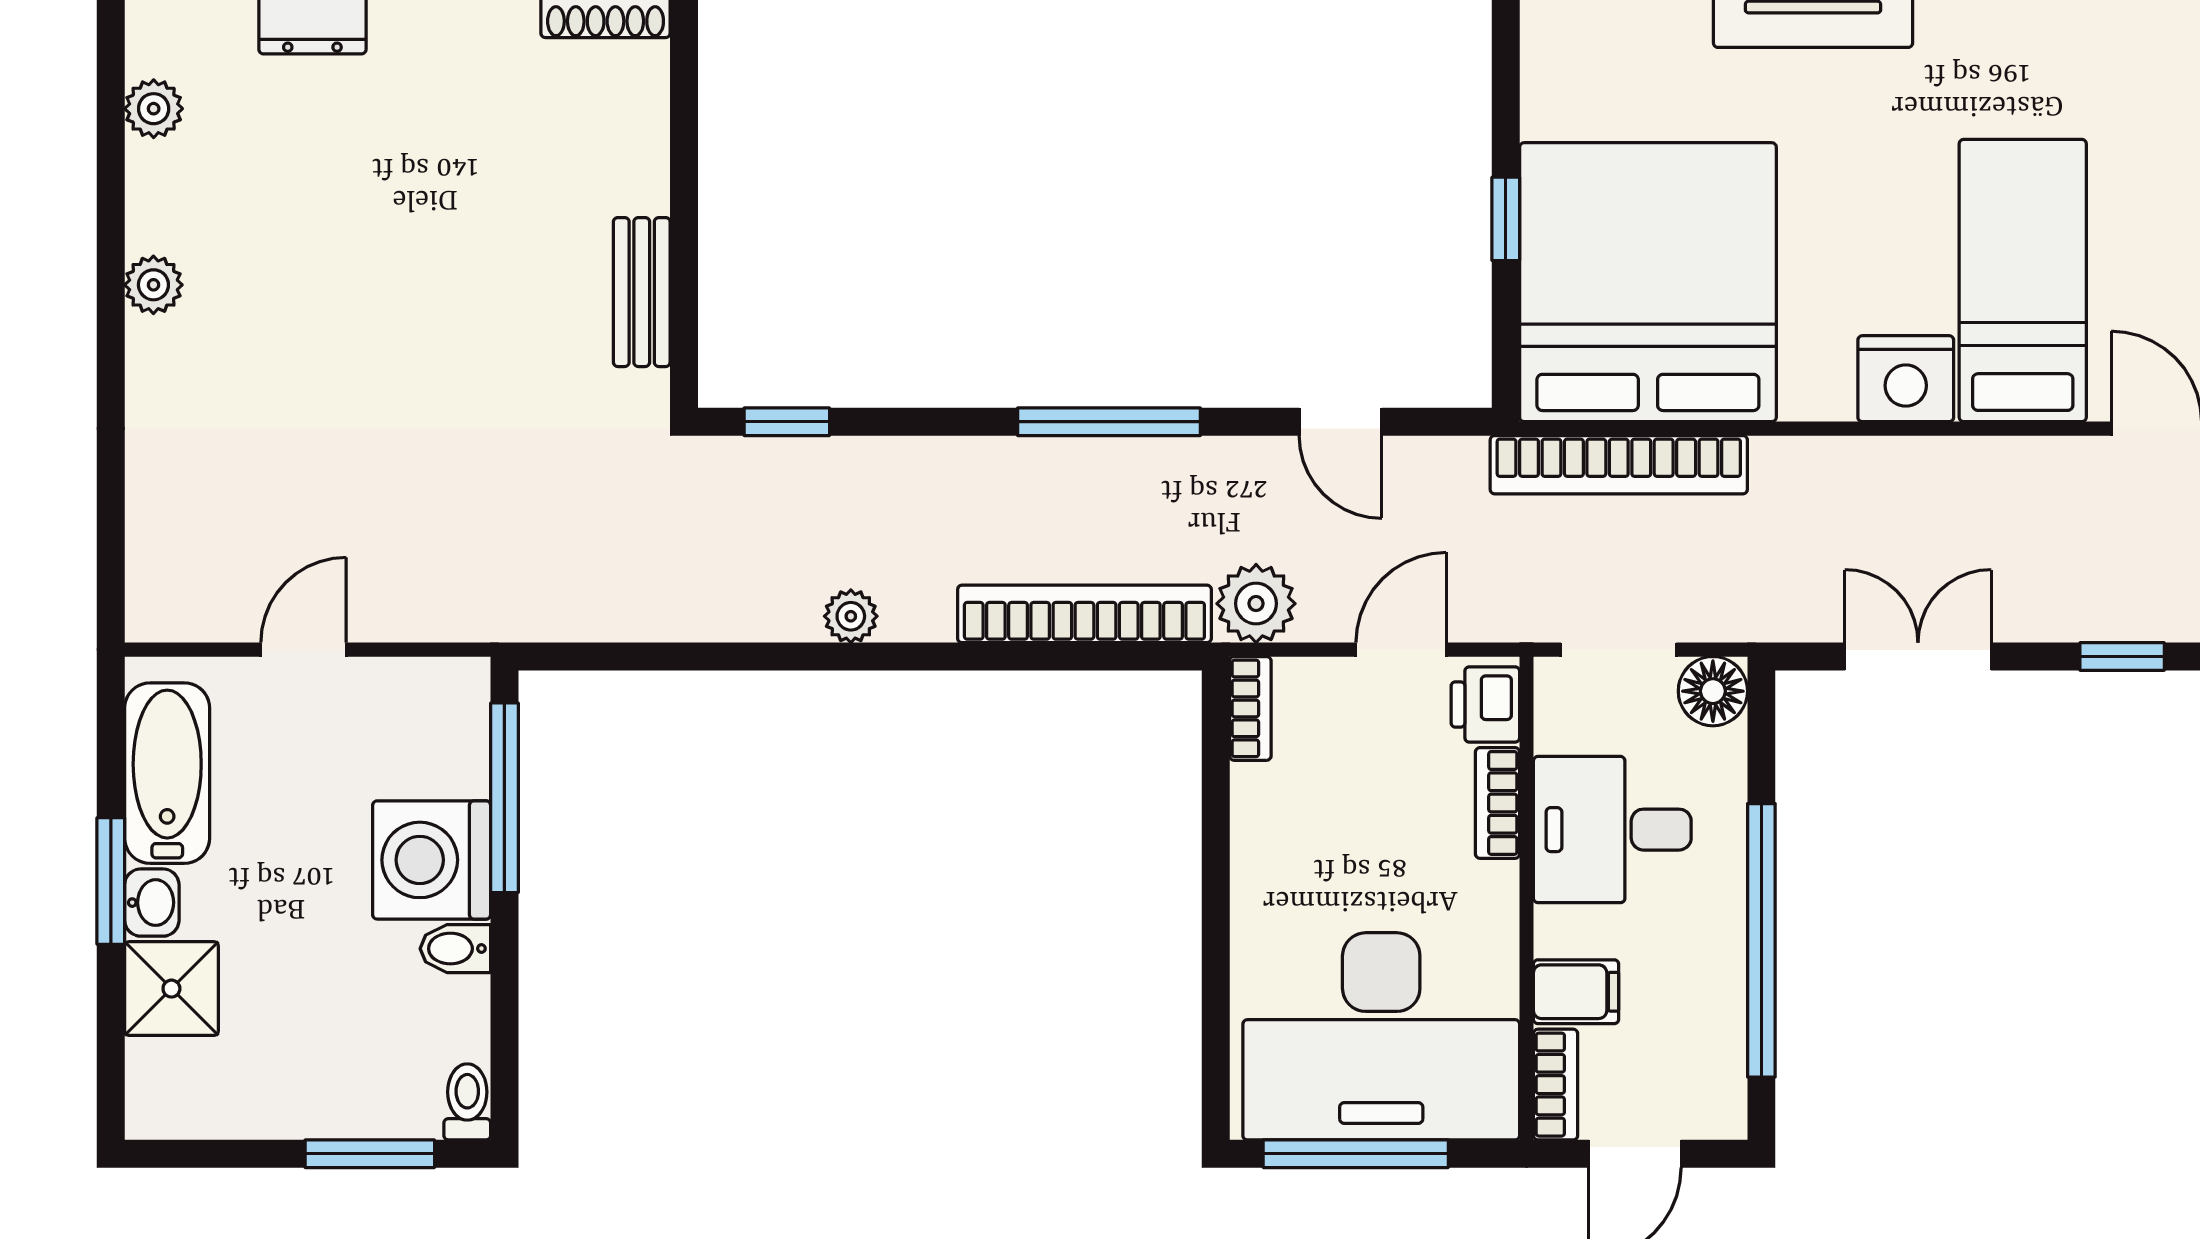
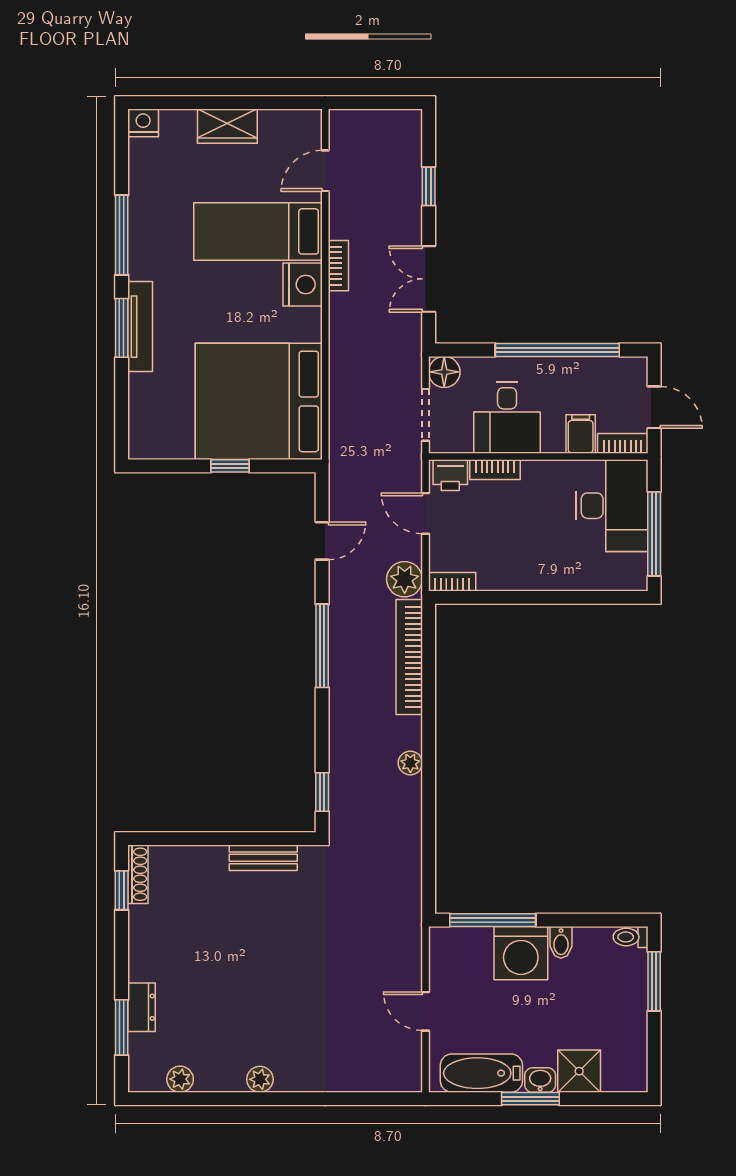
bookcase: (1619, 465) -> (338, 266), moved, width x0.43, depth x0.76
desk: (1381, 1036) -> (612, 506), width x0.73, depth x0.77

